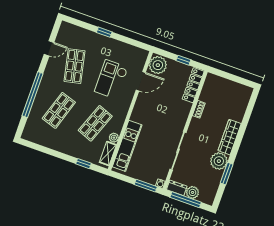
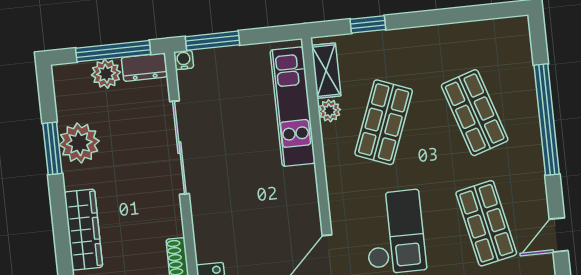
shop shelf: (59, 110) -> (475, 113), turned -36
plant: (219, 161) -> (79, 143), moved

